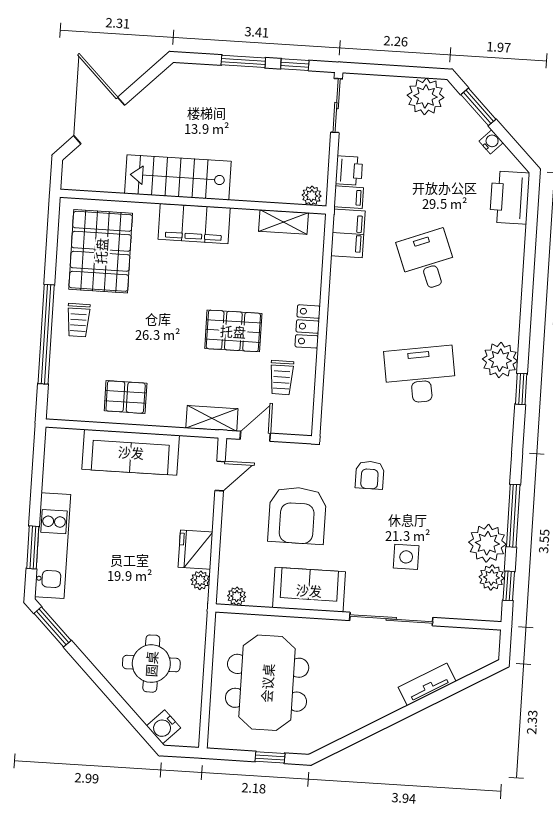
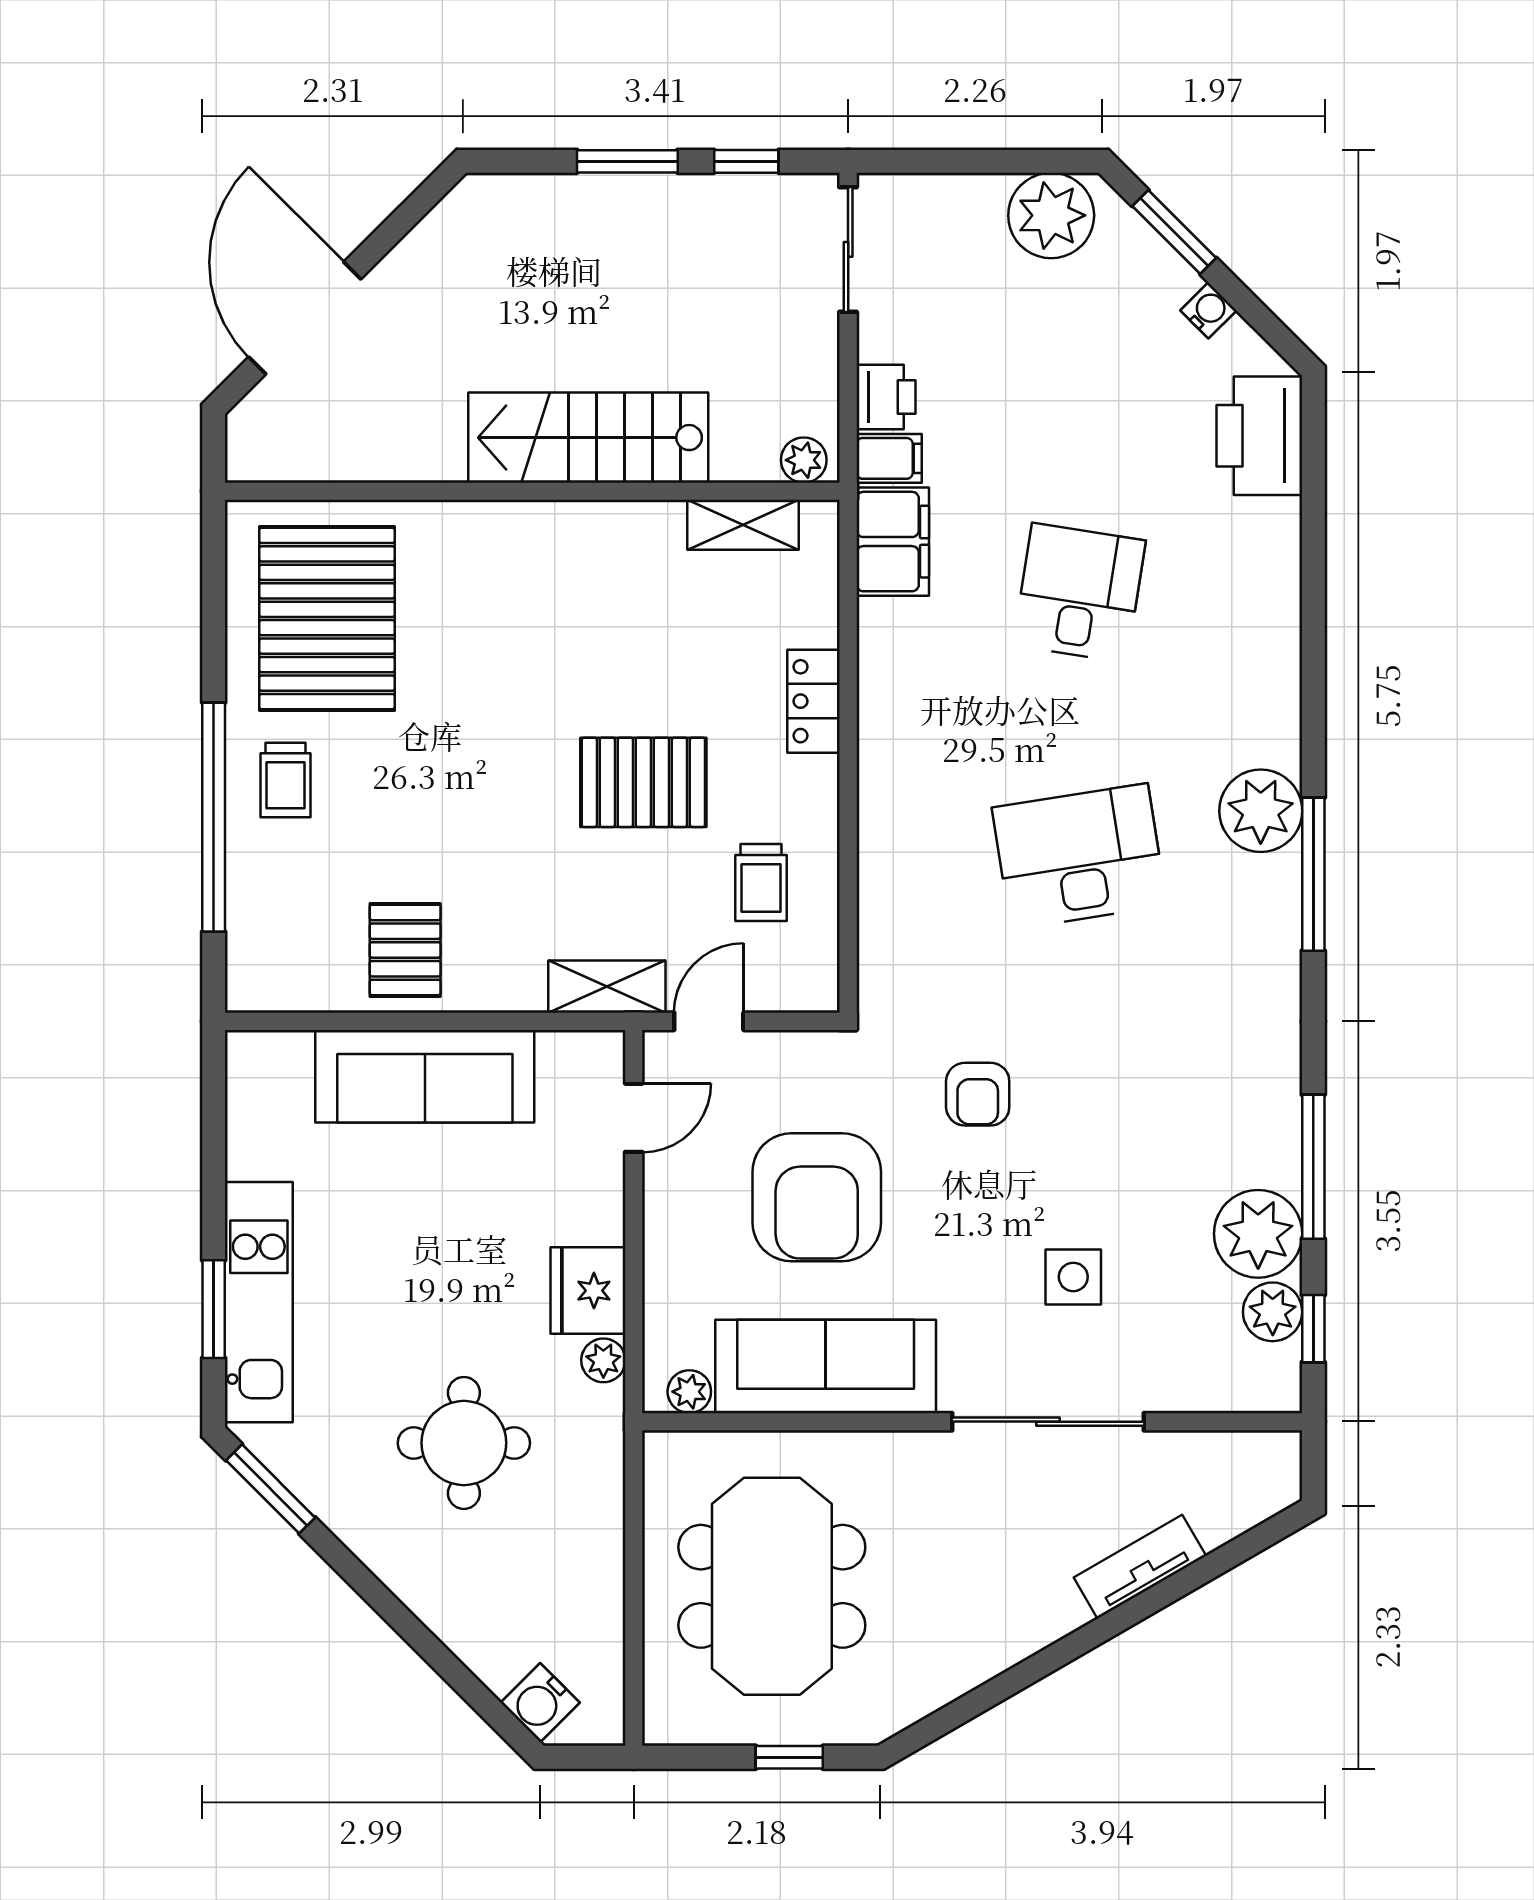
stairs: (178, 177) -> (588, 438), moved
filing cabinet: (194, 224) -> (538, 541), removed
desk: (427, 261) -> (1079, 593), turned 30
locker: (308, 326) -> (814, 701), moved
window: (521, 389) -> (1313, 874), width x2.17
pallet: (126, 397) -> (405, 950), turned 90
sofa: (309, 590) -> (826, 1366), width x1.36
round table: (151, 664) -> (464, 1443), moved

